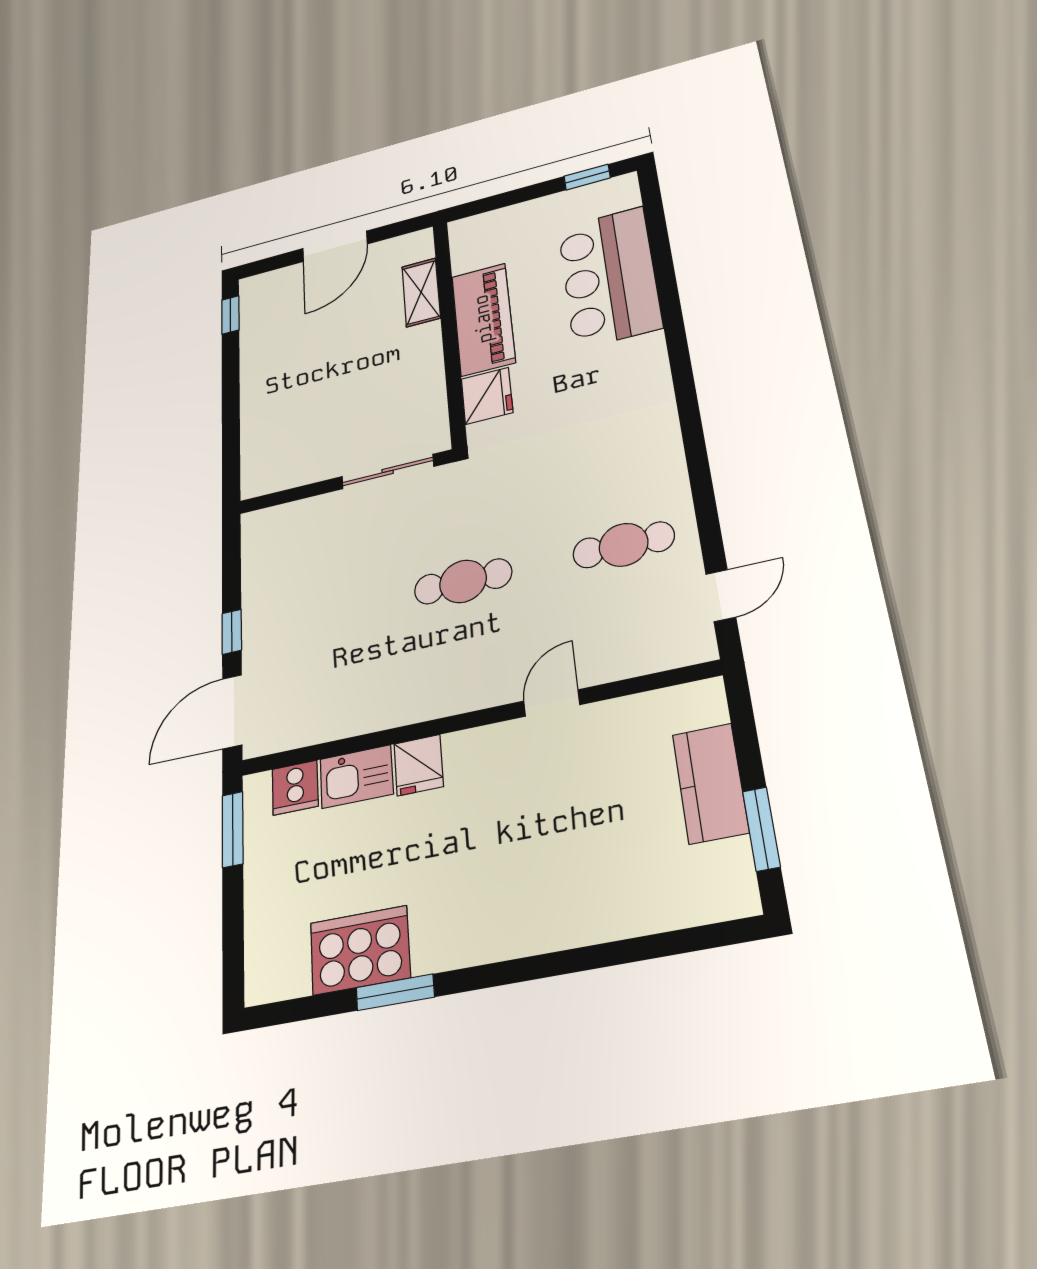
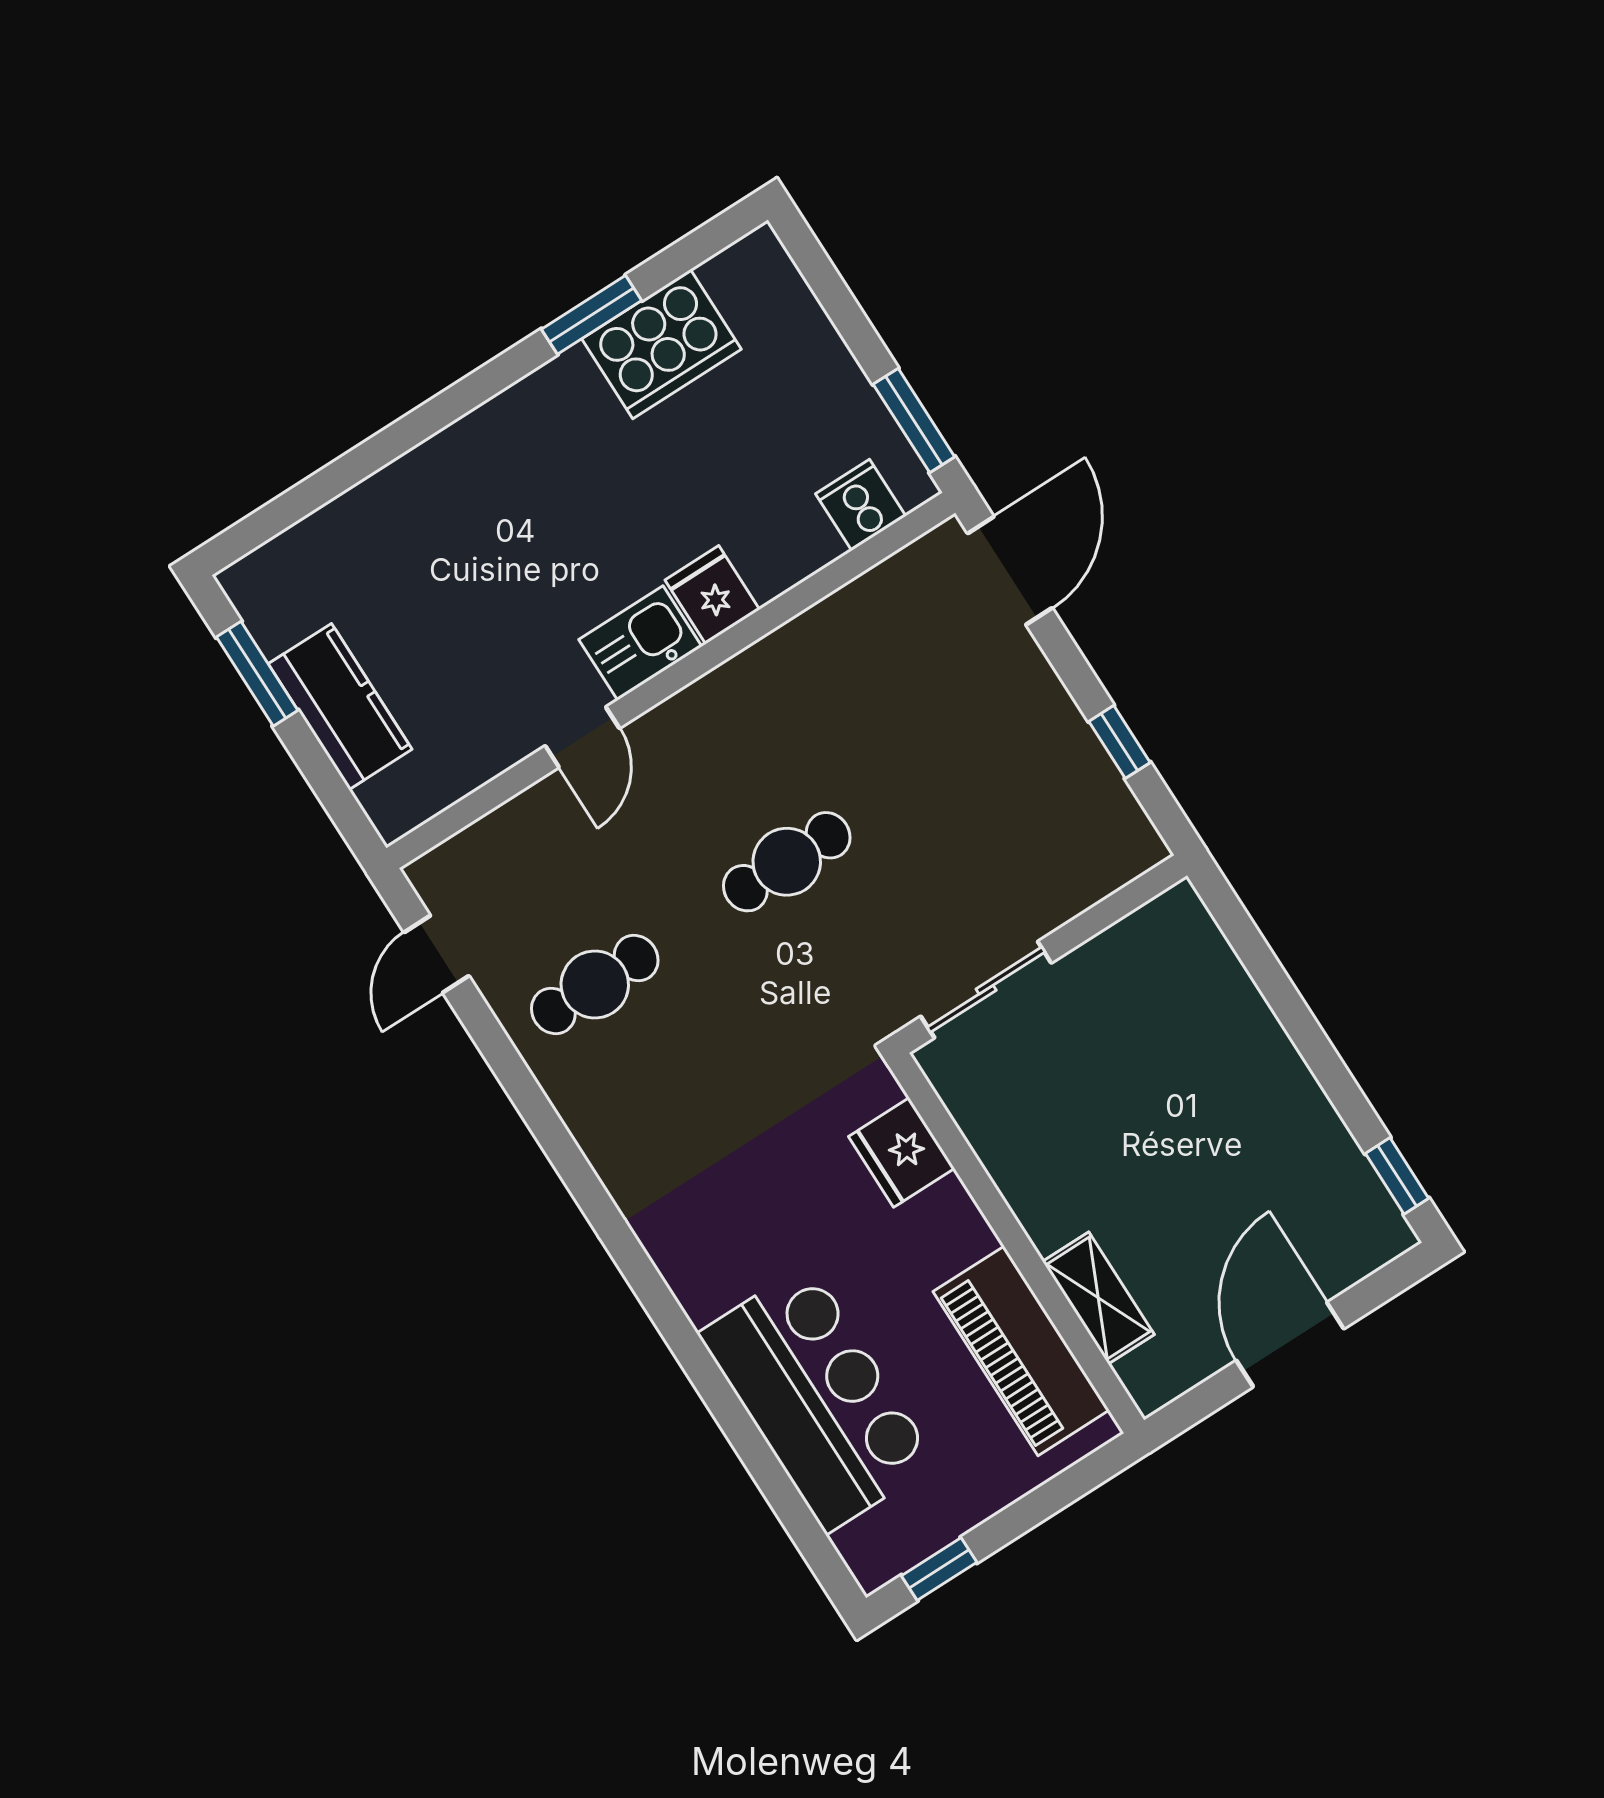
piano: (483, 319) -> (1021, 1351), moved
window: (232, 632) -> (1119, 742), moved
kitchen sink: (356, 777) -> (640, 643), moved

